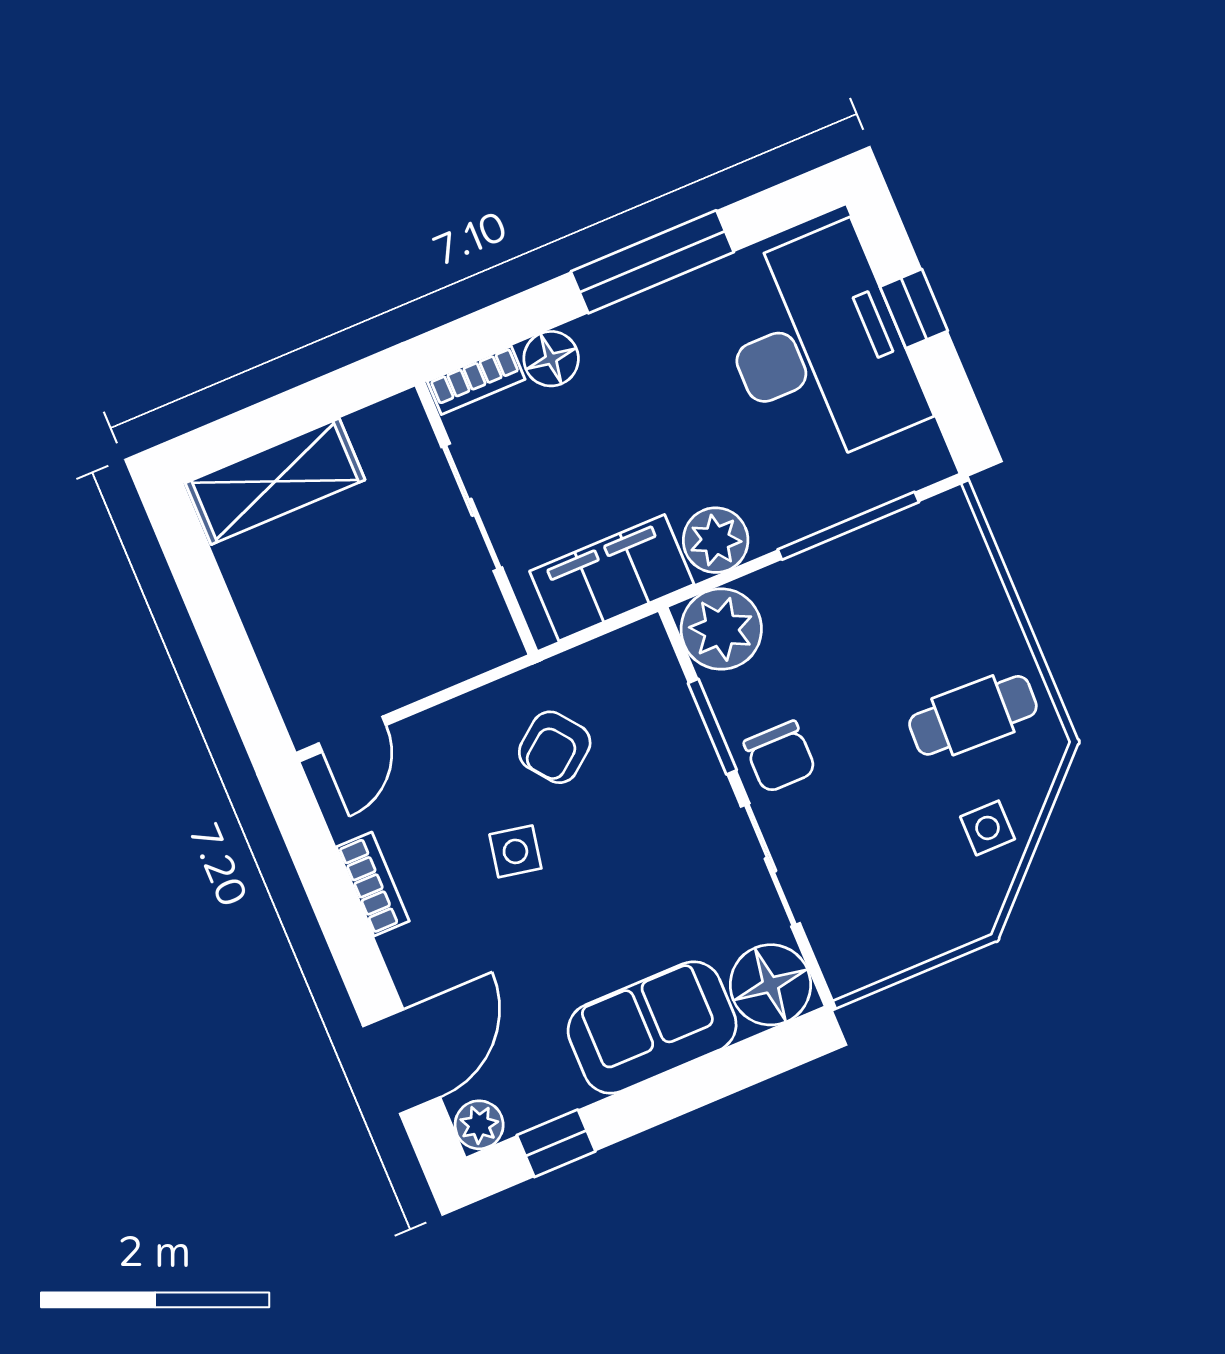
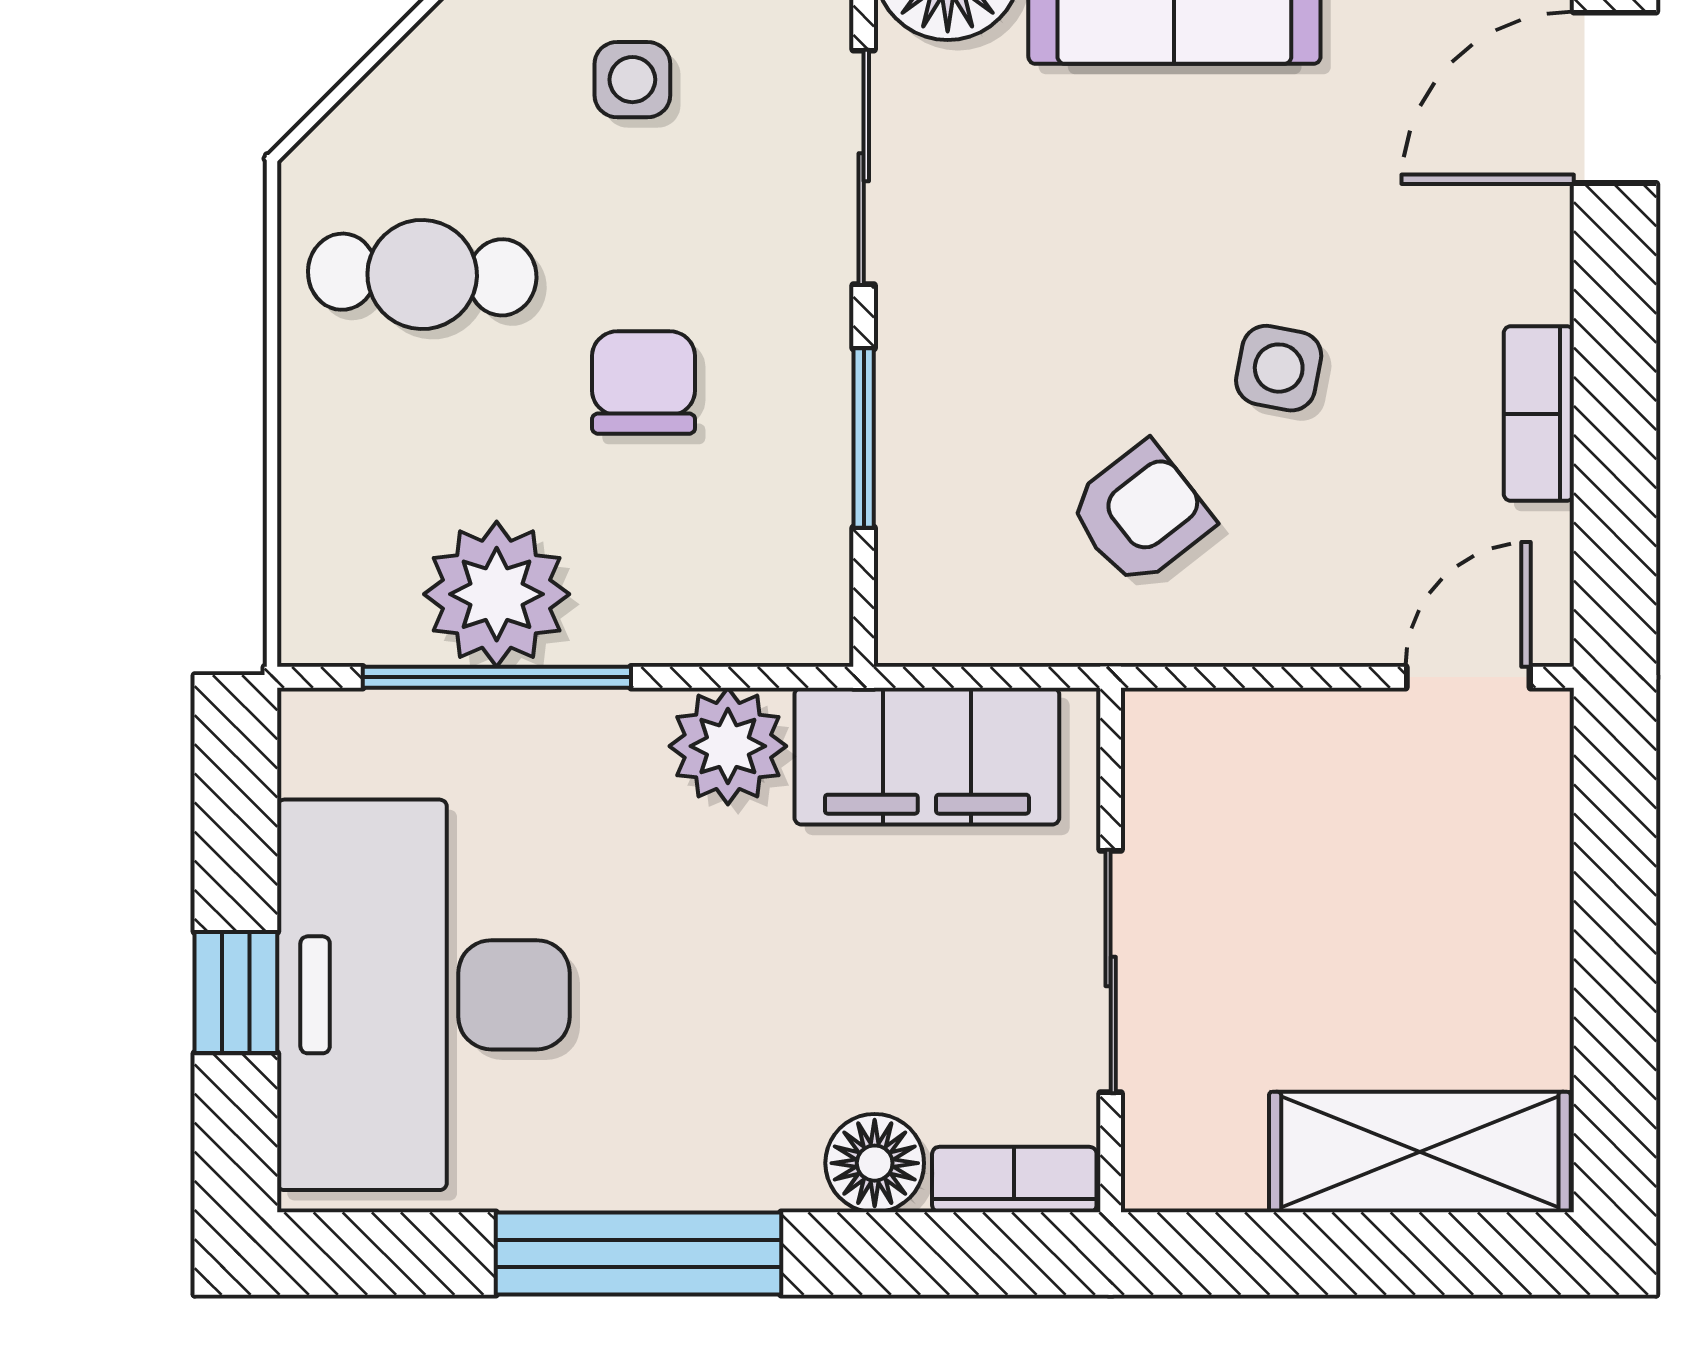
plant: (721, 629) -> (497, 594), moved
chair: (780, 757) -> (644, 382), moved
side table: (988, 828) -> (632, 80), moved

